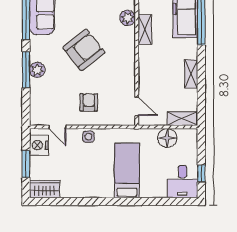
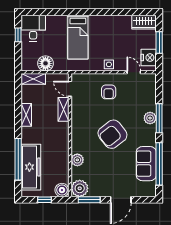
shelving: (145, 30) -> (63, 109), moved

